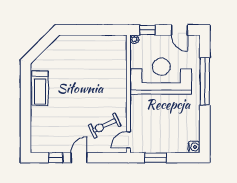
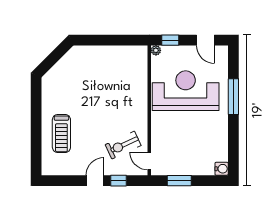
window: (205, 81) -> (233, 97), width x0.68
treadmill: (40, 88) -> (61, 133), moved
door: (128, 140) -> (149, 161), hinge flipped
window: (56, 158) -> (119, 181), moved

